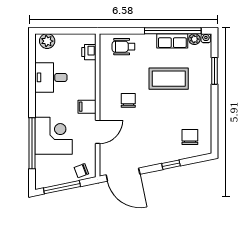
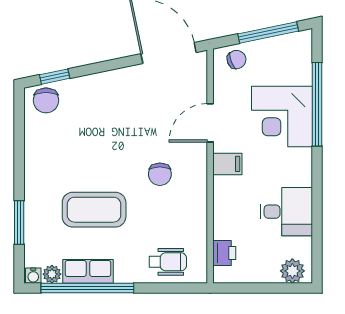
chair: (190, 137) -> (46, 100), moved
window: (171, 165) -> (55, 77), moved

